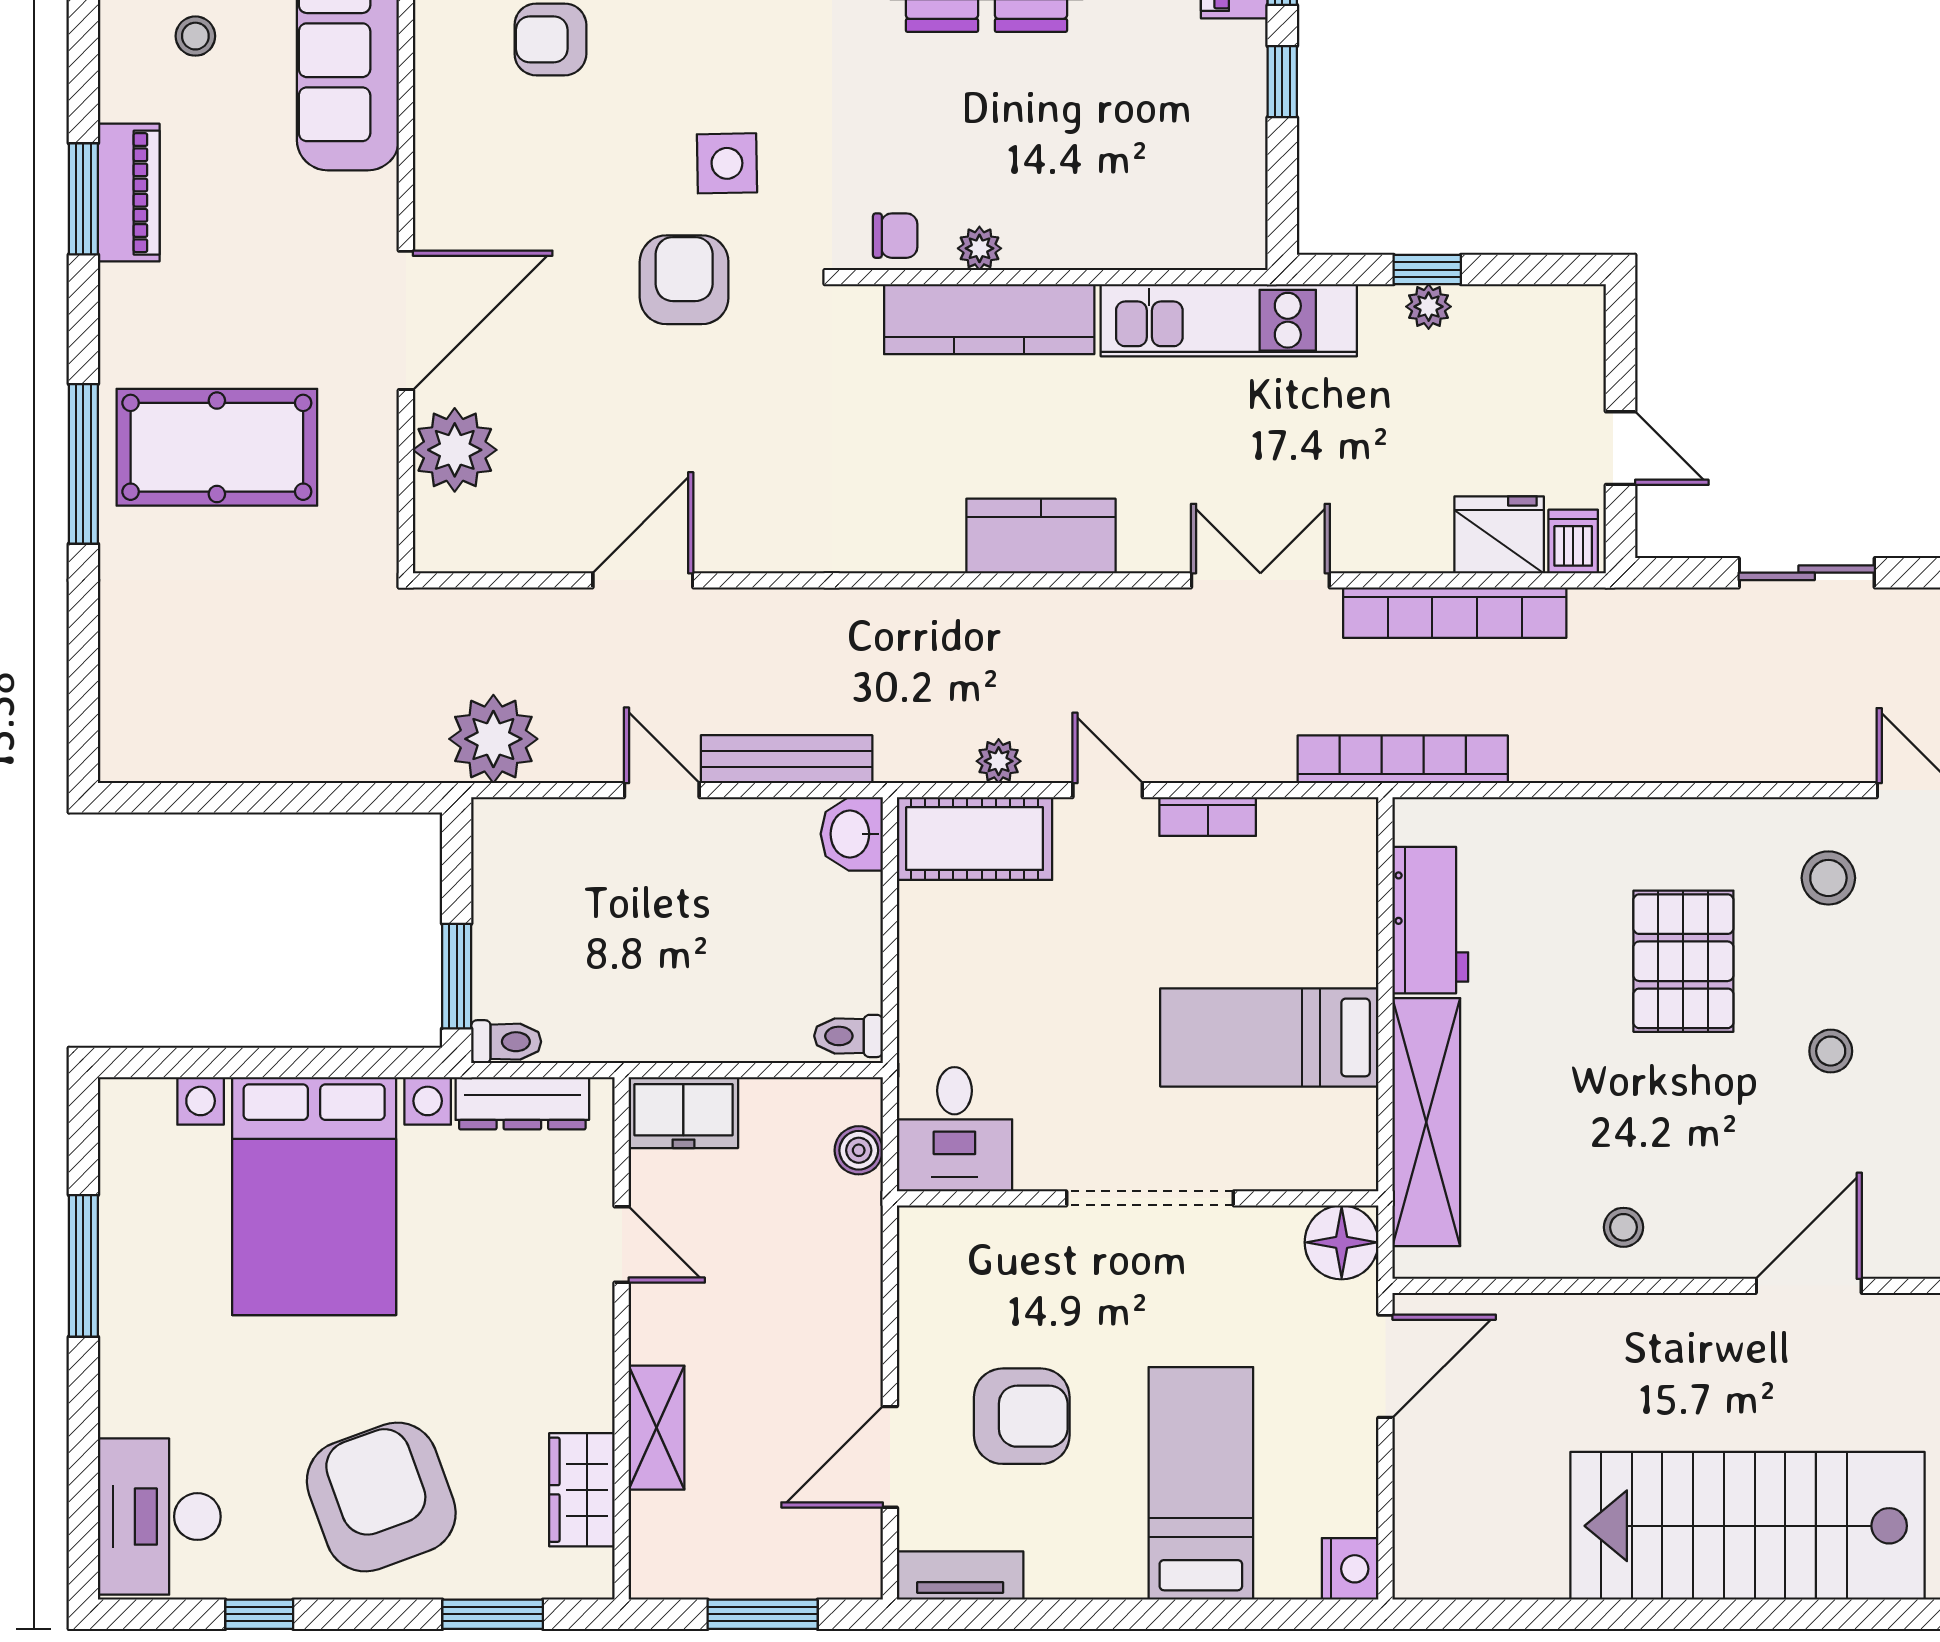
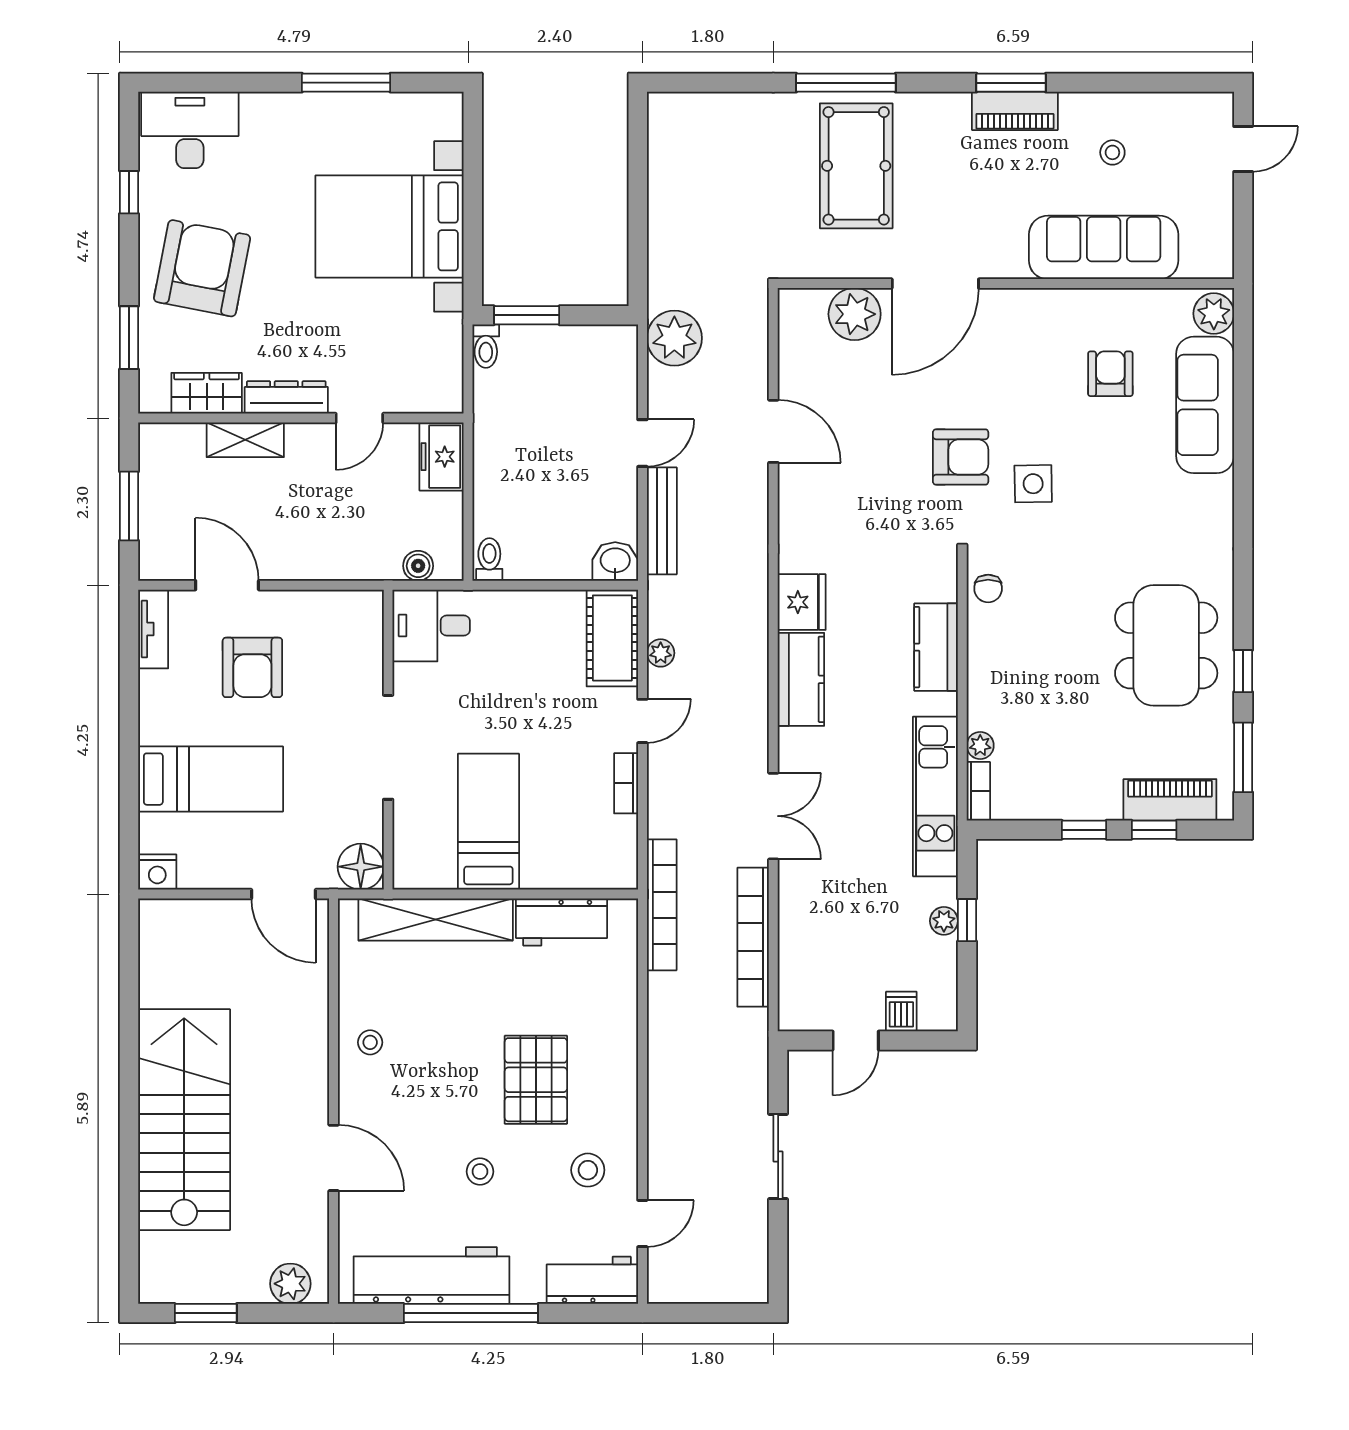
plant: (979, 248) -> (980, 745), moved
bookcase: (1221, 251) -> (978, 791), added
kitchen counter: (989, 319) -> (936, 647), width x0.67
door: (406, 320) -> (935, 284), hinge flipped
fridge: (1499, 535) -> (802, 602), moved
dishwasher: (1573, 541) -> (901, 1012), moved, turned -90
pallet: (1683, 961) -> (536, 1080), turned 90
dresser: (522, 1103) -> (286, 397), moved, turned 90
armchair: (381, 1497) -> (202, 268), turned -59

